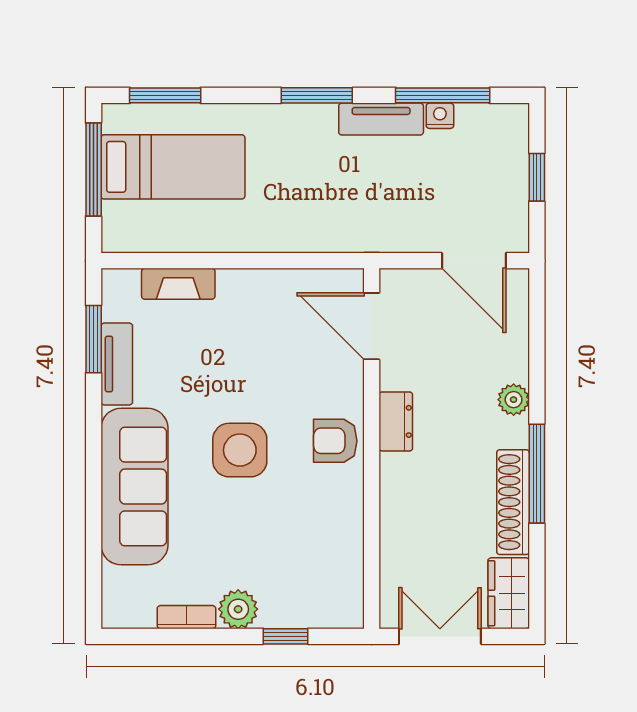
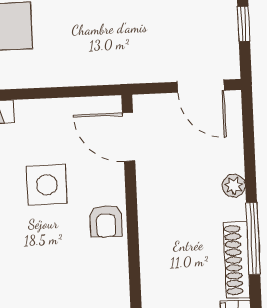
dresser: (396, 421) -> (149, 205), removed
armchair: (335, 441) -> (106, 221), turned -90
side table: (240, 450) -> (47, 185), moved

